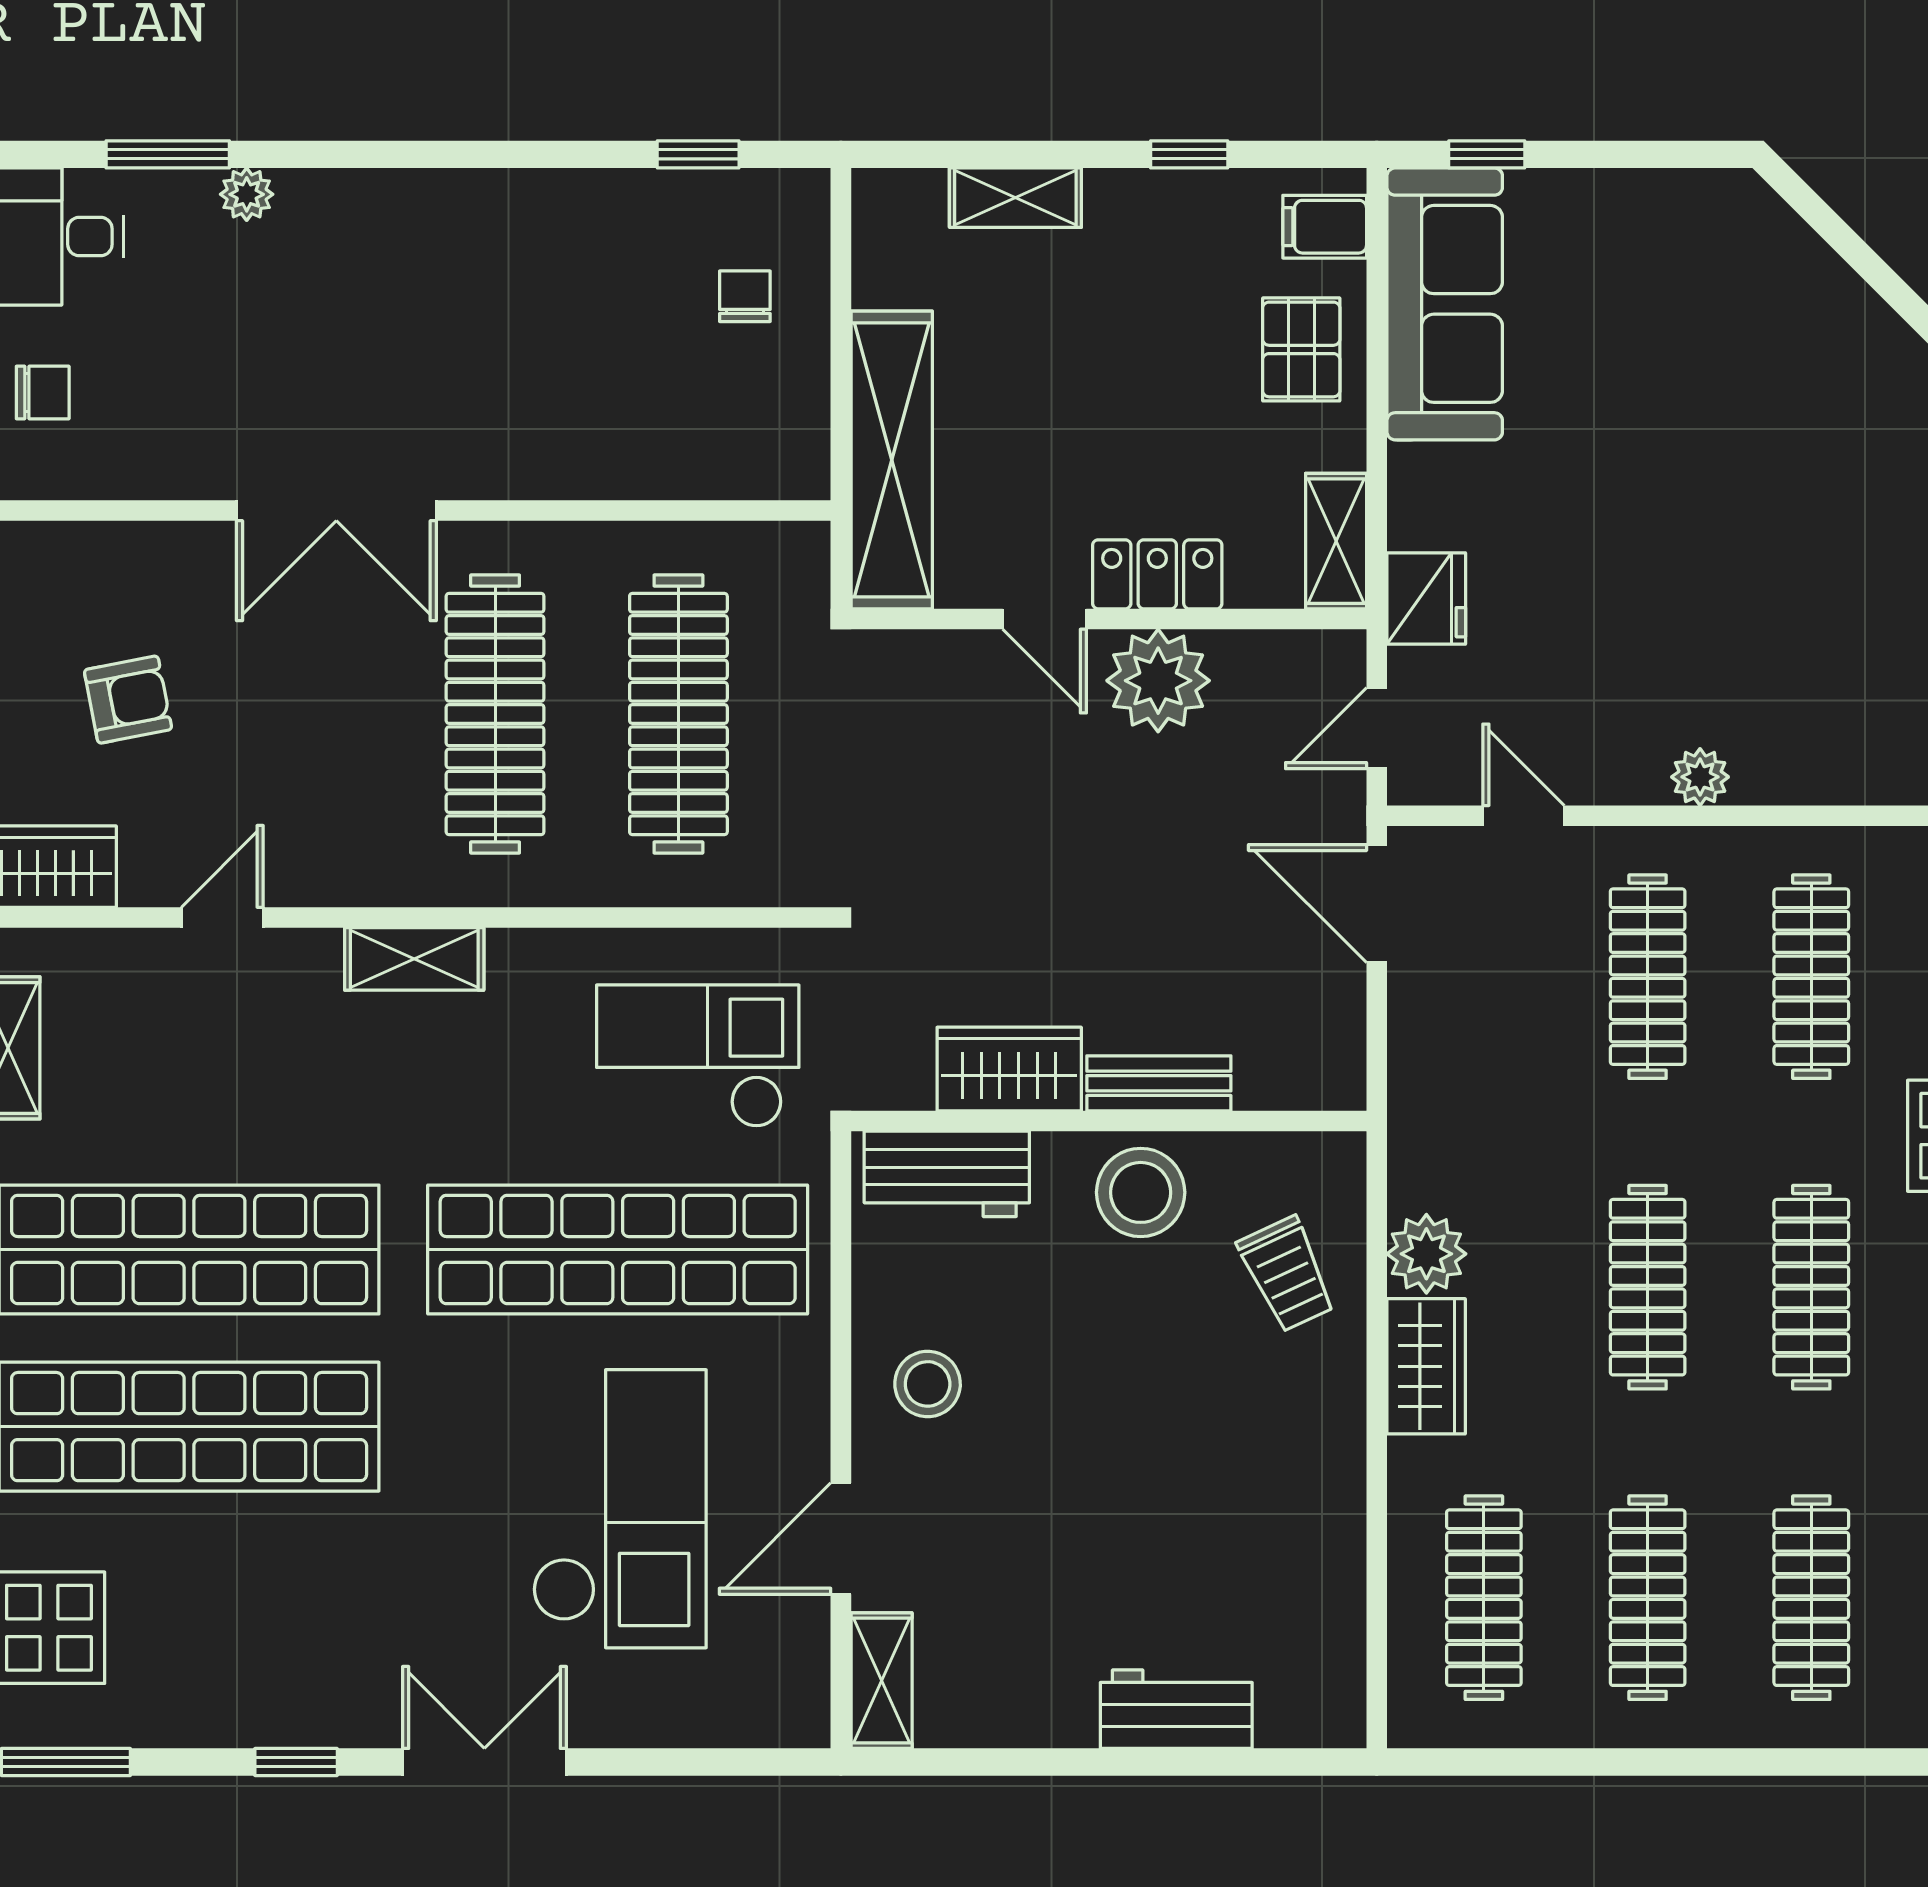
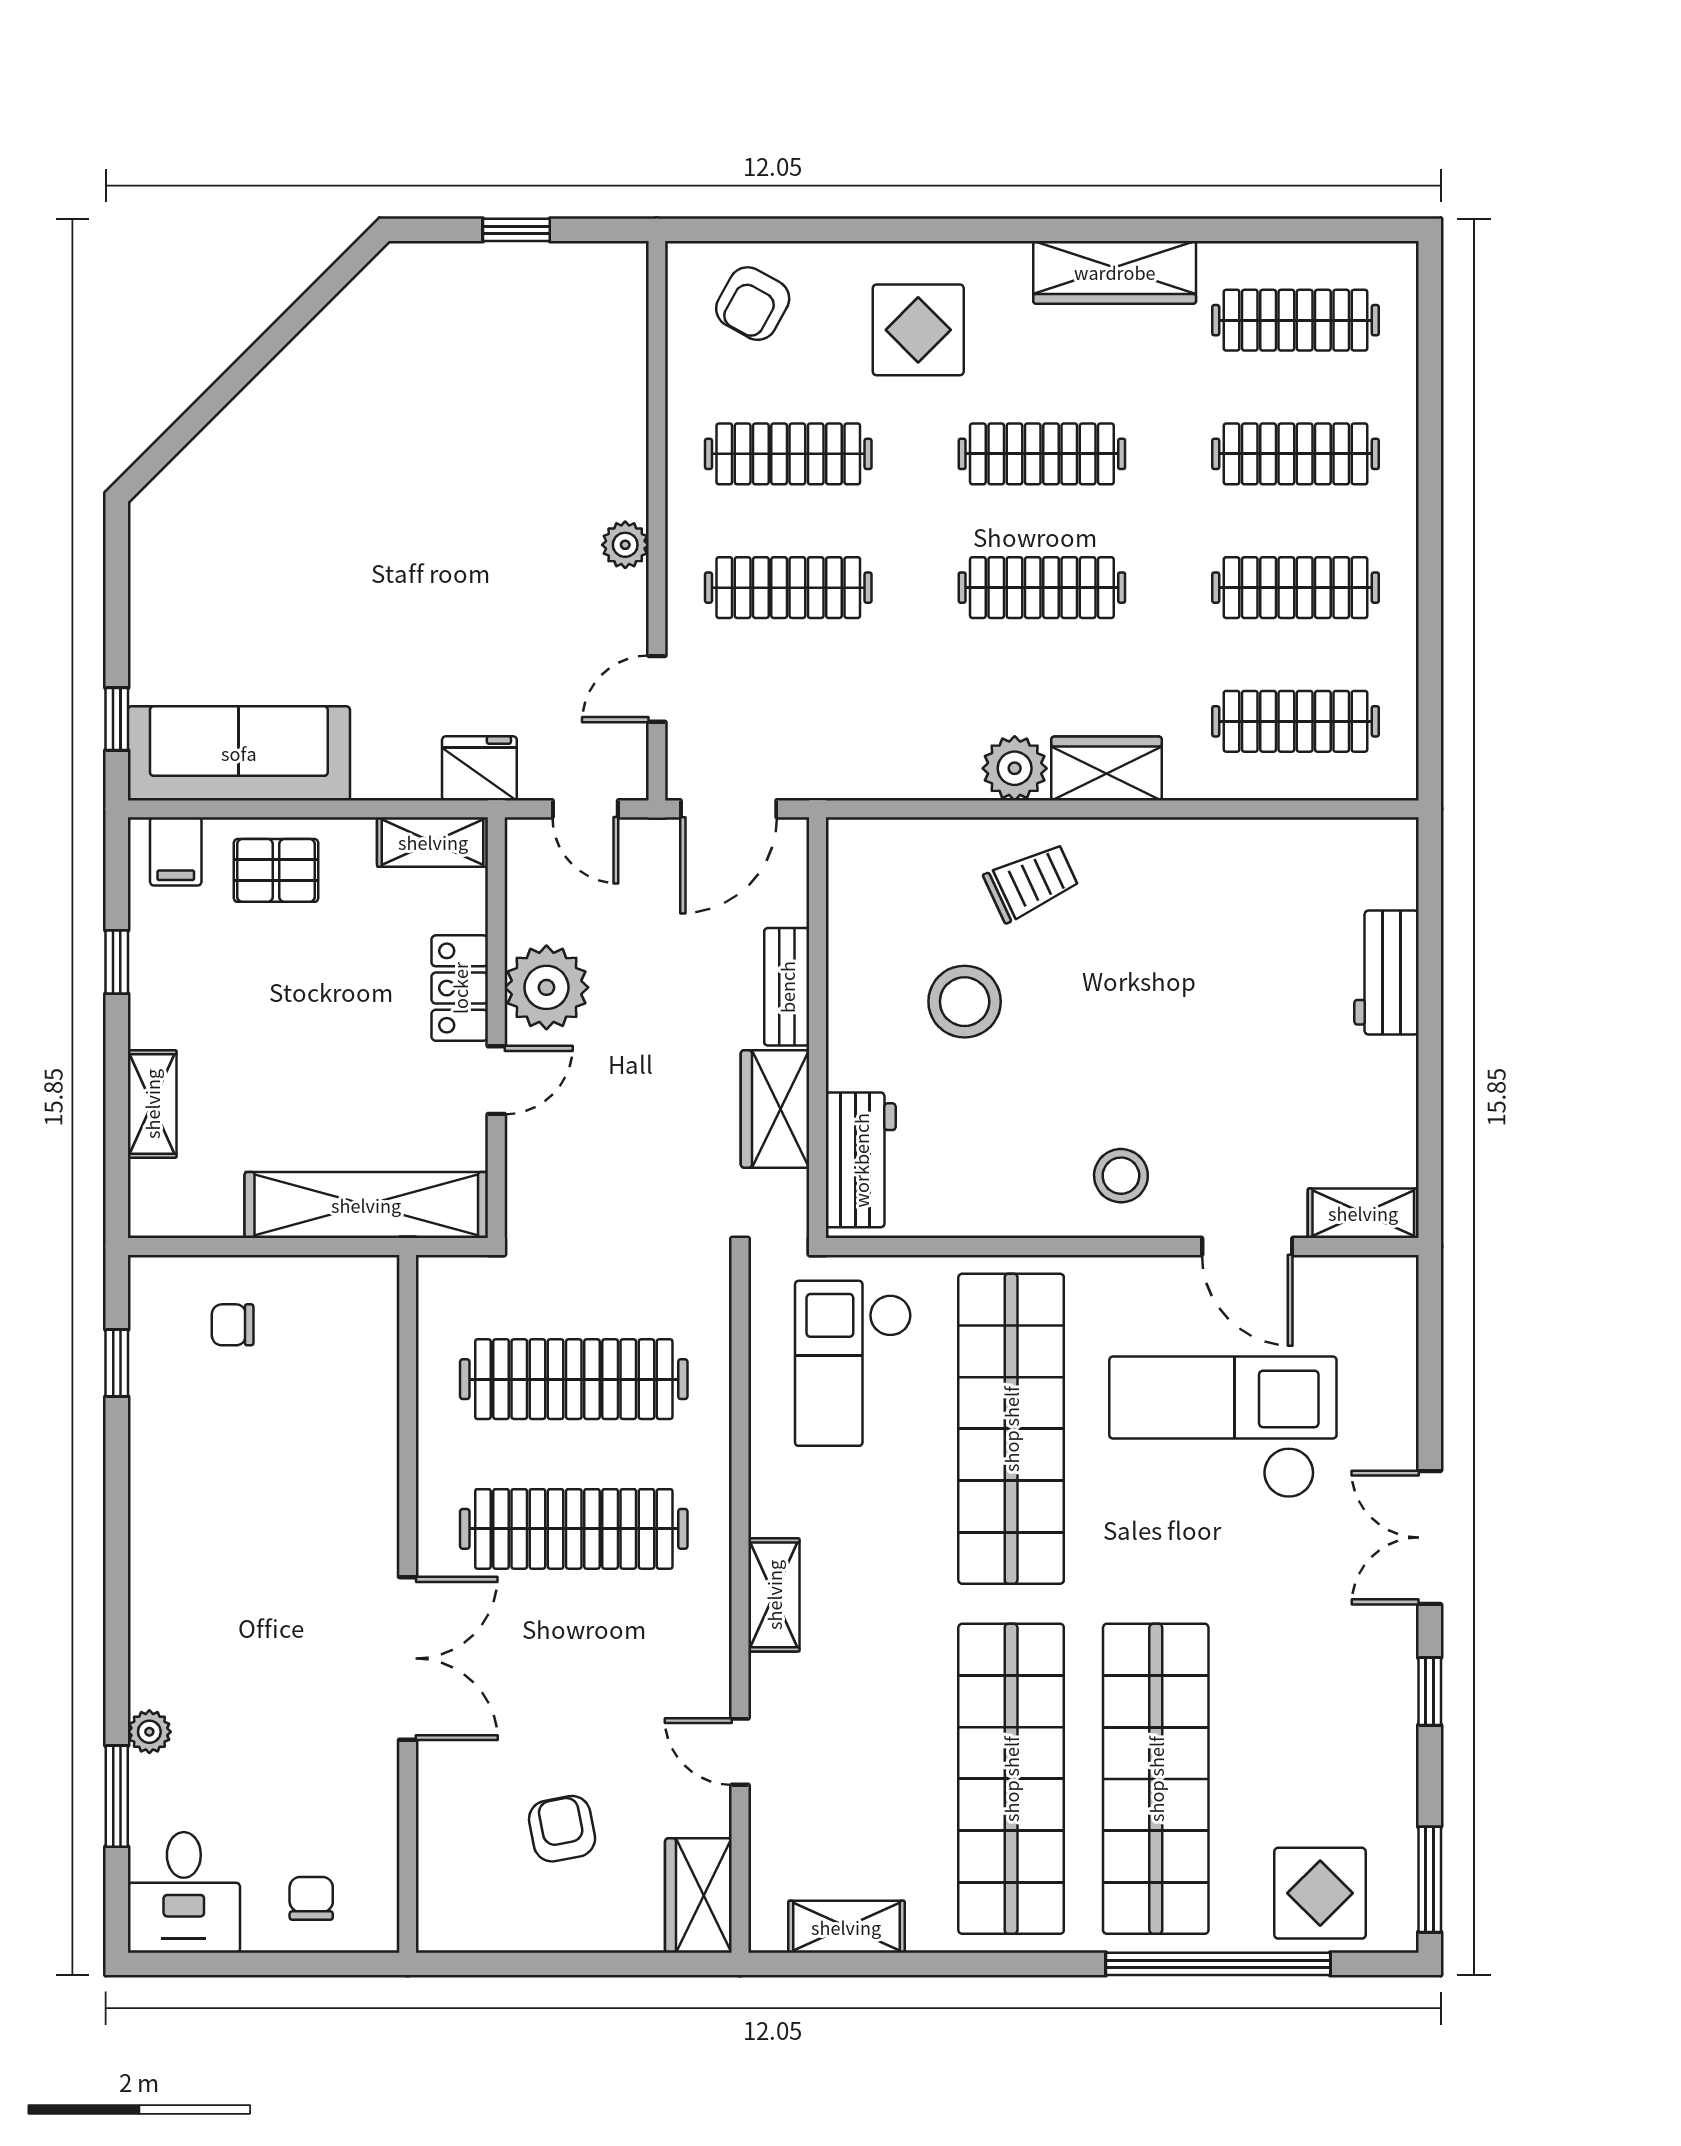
wardrobe: (1009, 1069) -> (775, 1109), moved
bench: (1159, 1083) -> (787, 987), moved
wall: (1109, 1121) -> (818, 1028), moved
workbench: (947, 1174) -> (861, 1160), moved

